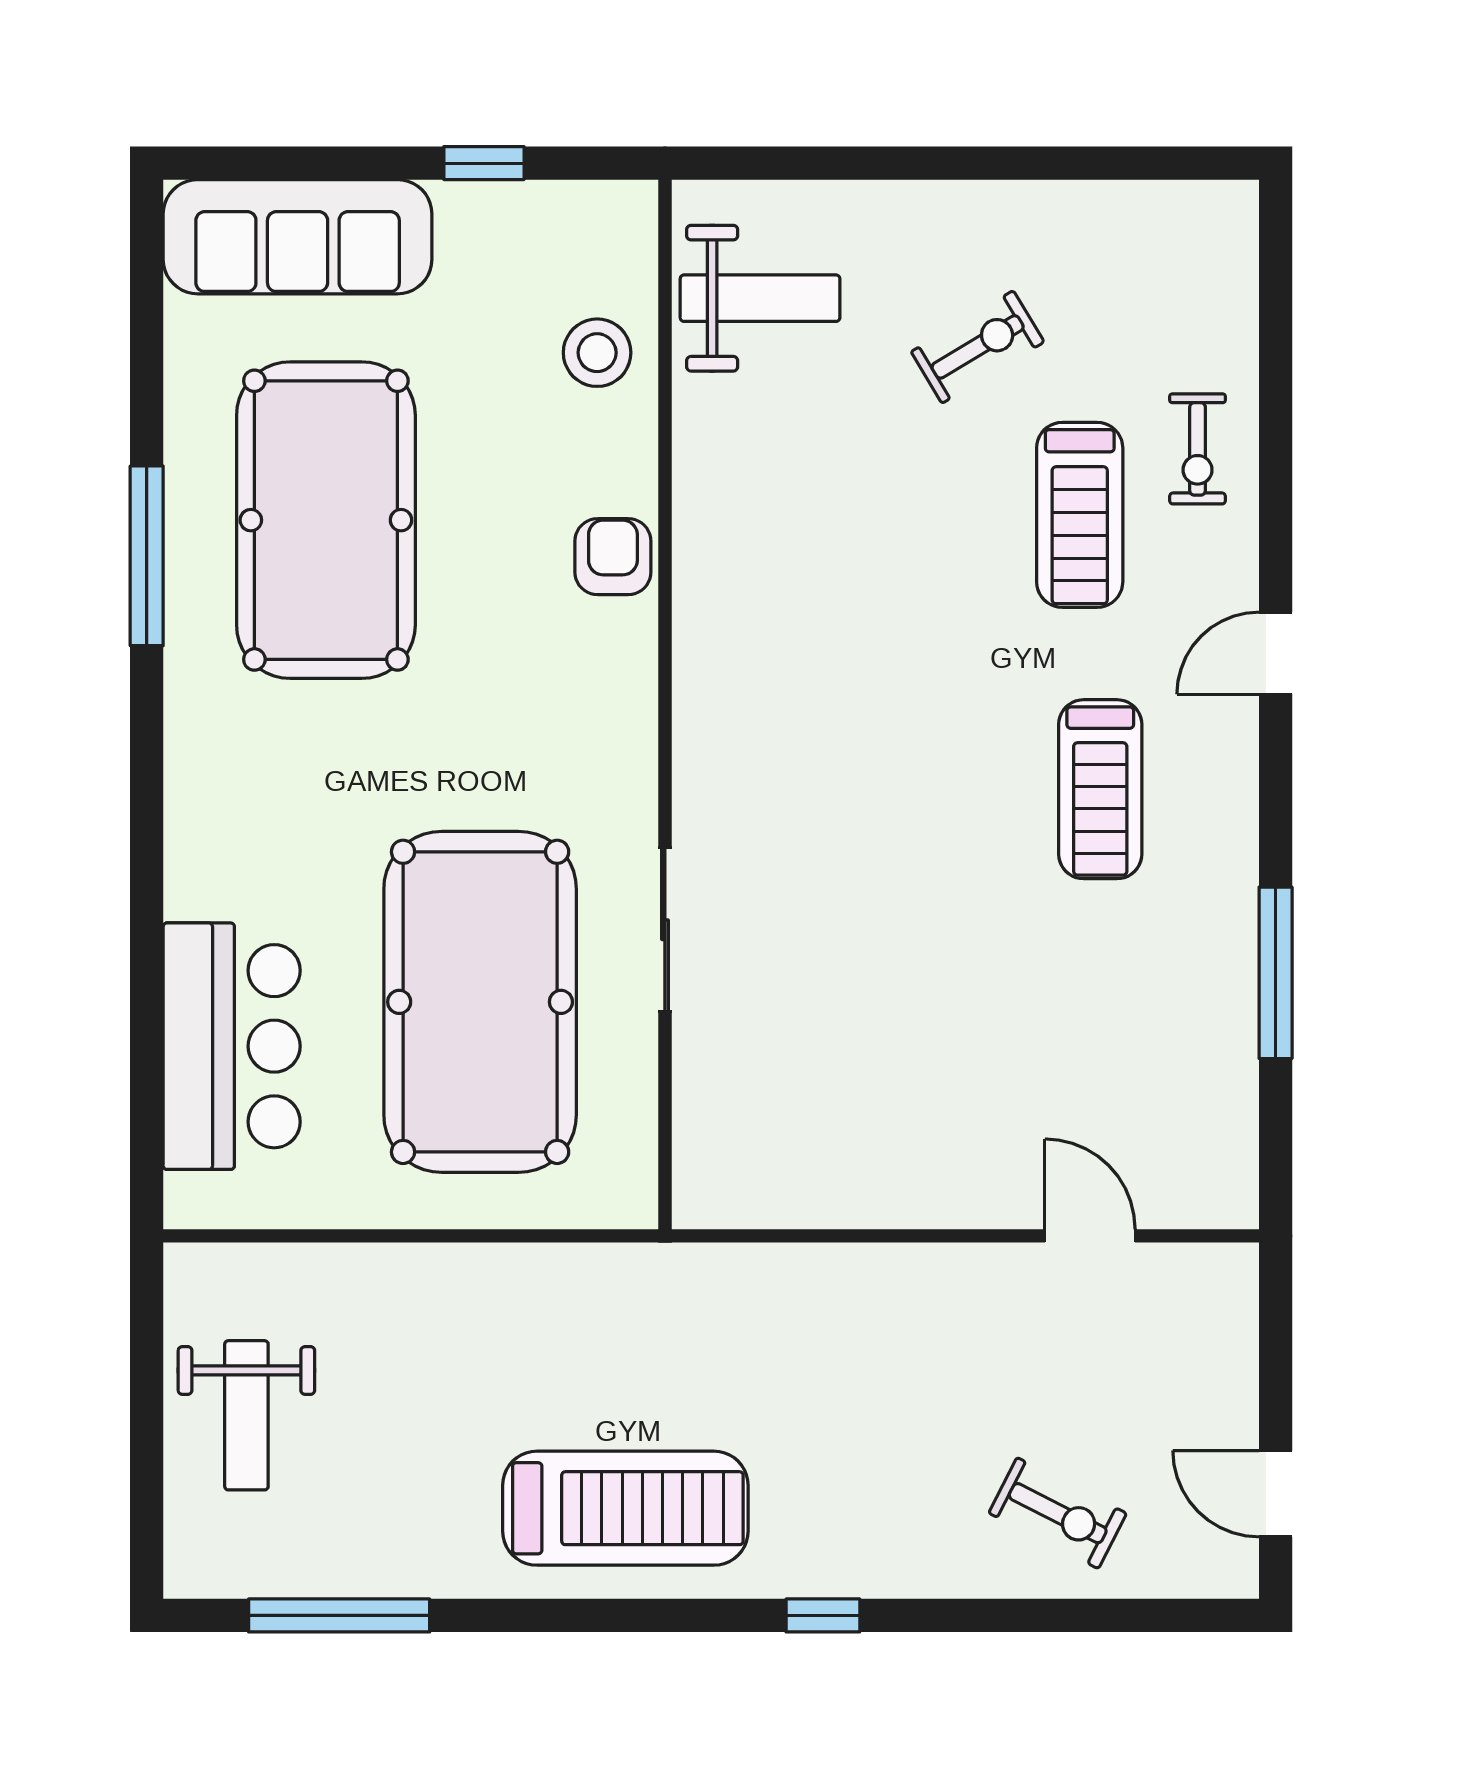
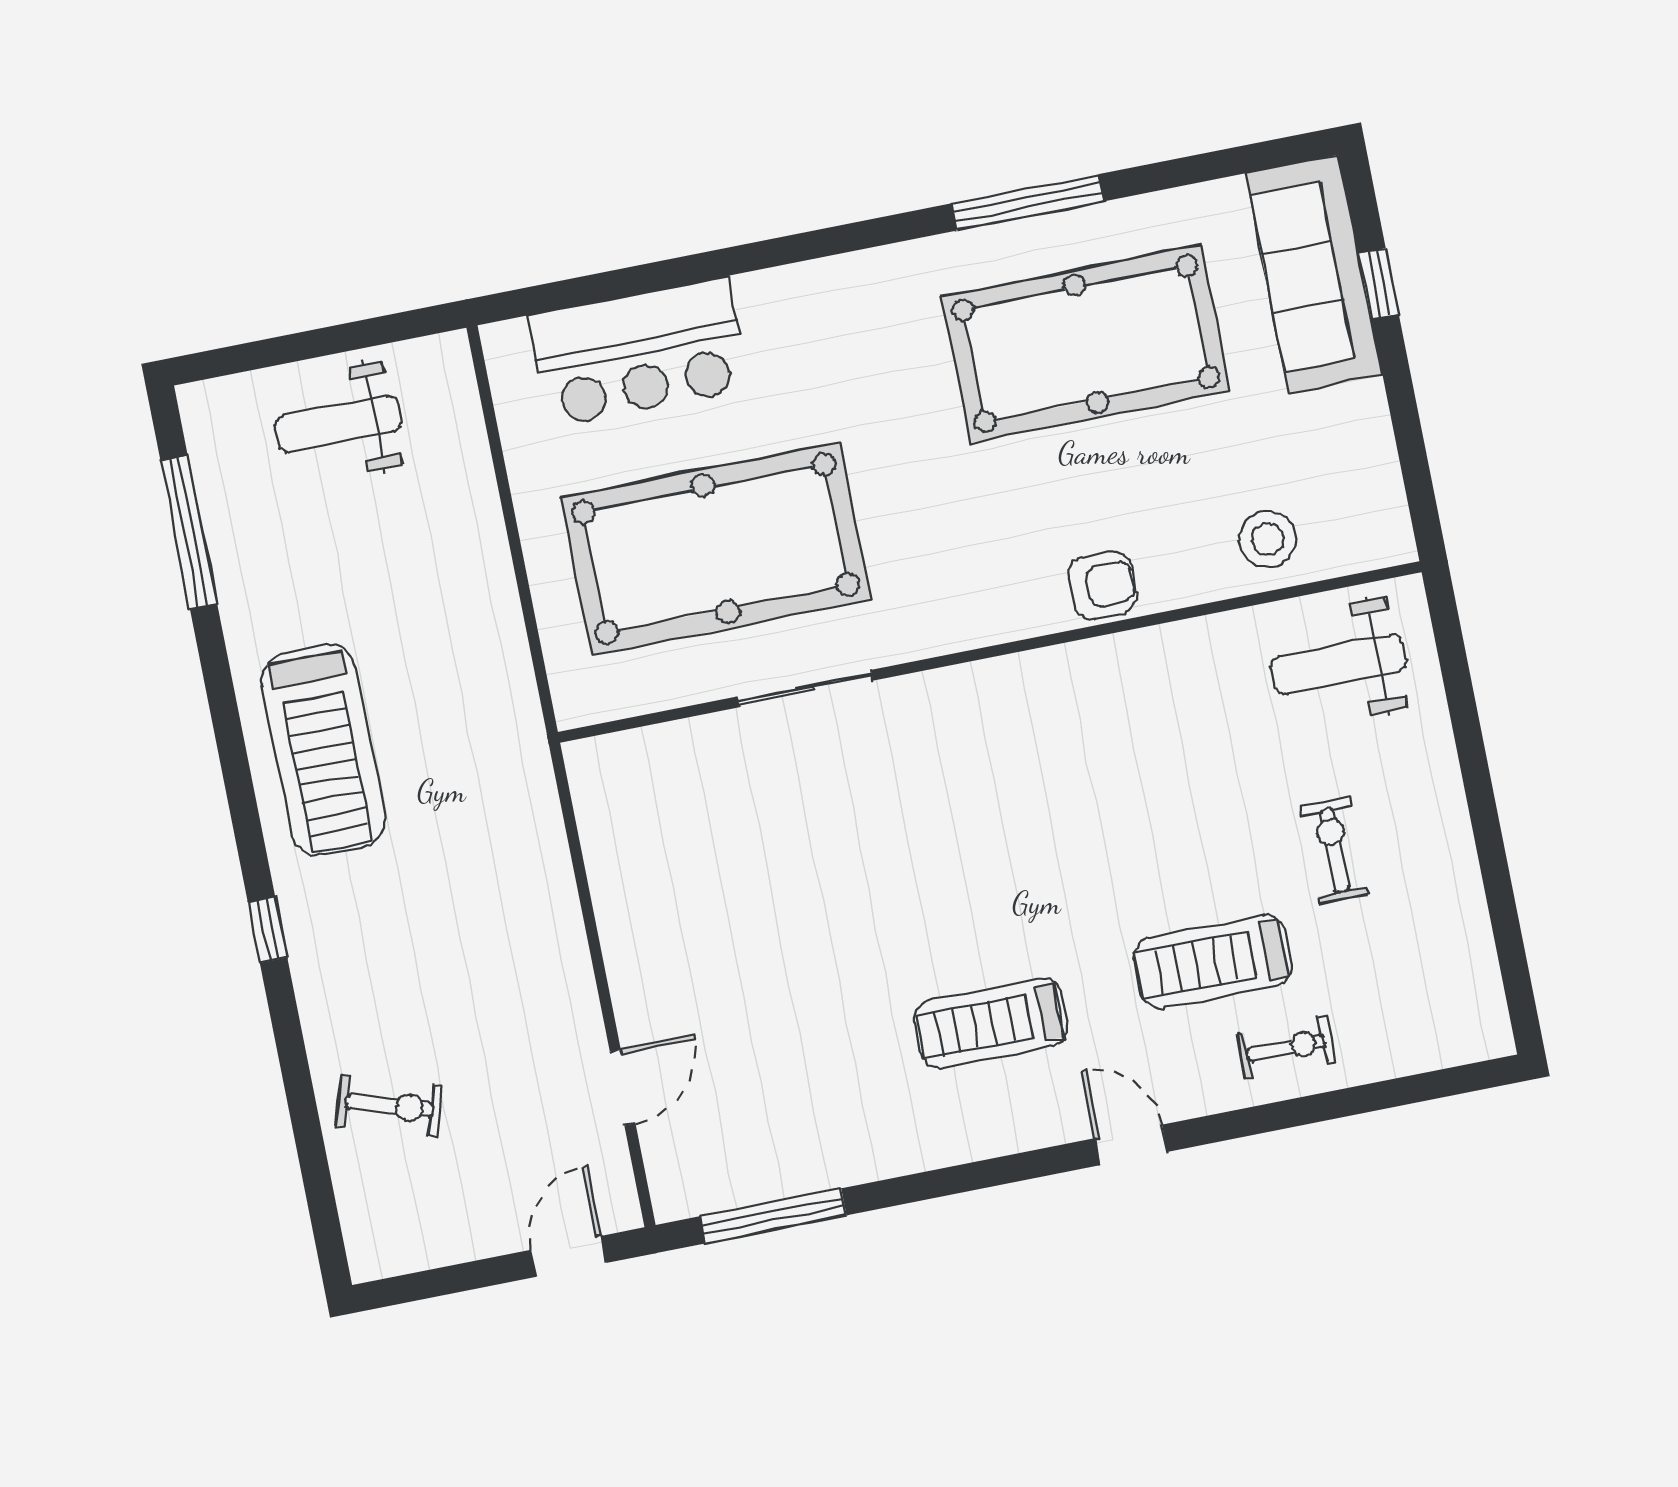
window: (484, 163) -> (1379, 284), moved
weight bench: (760, 298) -> (1339, 664), turned 90
exercise bike: (978, 347) -> (1334, 851), turned -149
exercise bike: (1198, 449) -> (1286, 1048), turned 180
window: (1276, 973) -> (773, 1216), moved
door: (1276, 1494) -> (569, 1256), moved
exercise bike: (1058, 1513) -> (390, 1106), turned -100

